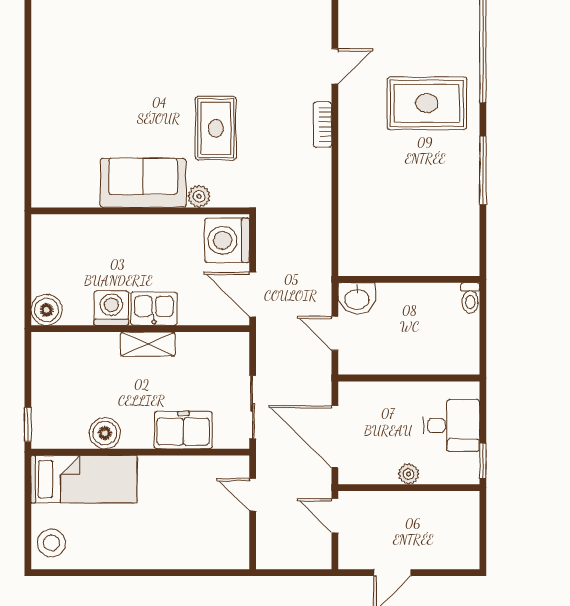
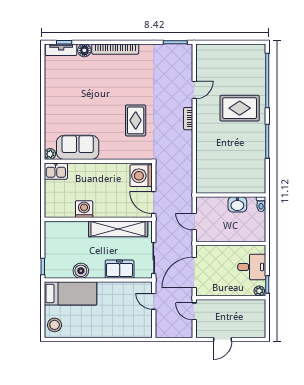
sofa: (143, 183) -> (78, 147), moved
plant: (199, 196) -> (50, 154), moved
washbasin: (357, 298) -> (237, 204), moved
kitchen sink: (154, 309) -> (56, 171), moved, turned 180
boiler: (47, 310) -> (52, 210), removed
shelving: (148, 344) -> (118, 229), width x2.20, depth x1.33
door: (335, 437) -> (194, 273), hinge flipped
plant: (409, 474) -> (259, 291), moved

